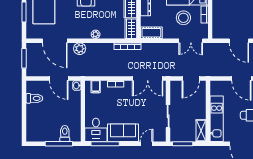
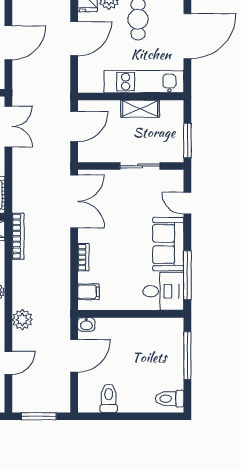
door: (55, 41) -> (8, 363), width x0.53
door: (191, 79) -> (74, 127), hinge flipped
shelving: (201, 131) -> (140, 109), moved
toilet: (65, 133) -> (170, 399), moved

